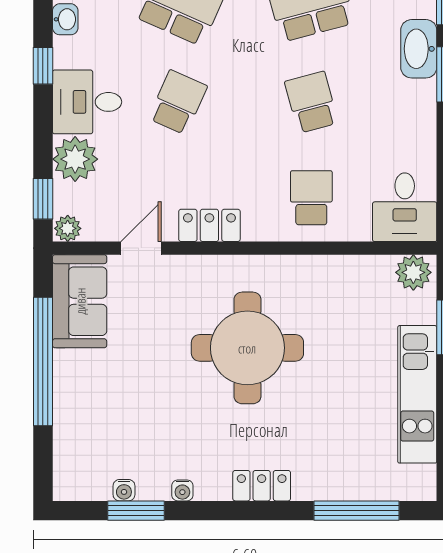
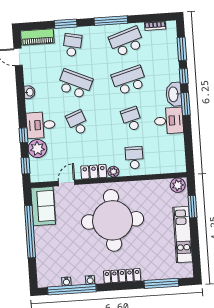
window: (43, 66) -> (23, 135), moved
school desk: (178, 102) -> (78, 123), turned -45
desk: (405, 207) -> (169, 121), moved, turned -90
plant: (68, 228) -> (113, 172), moved
round table: (247, 348) -> (113, 220), width x1.36, depth x1.36
locker: (262, 486) -> (122, 276), width x1.53
window: (136, 511) -> (72, 289), width x2.11

